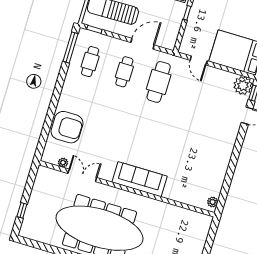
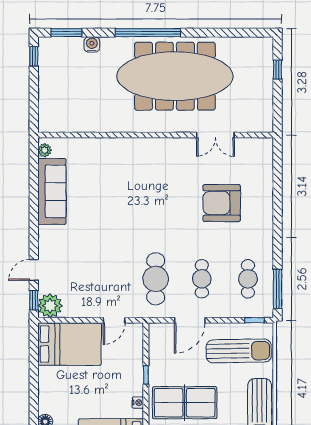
door: (199, 60) -> (114, 320), swing flipped
armchair: (67, 127) -> (222, 203), moved
plant: (63, 163) -> (244, 144), removed
sofa: (140, 179) -> (52, 191), moved, turned -90

